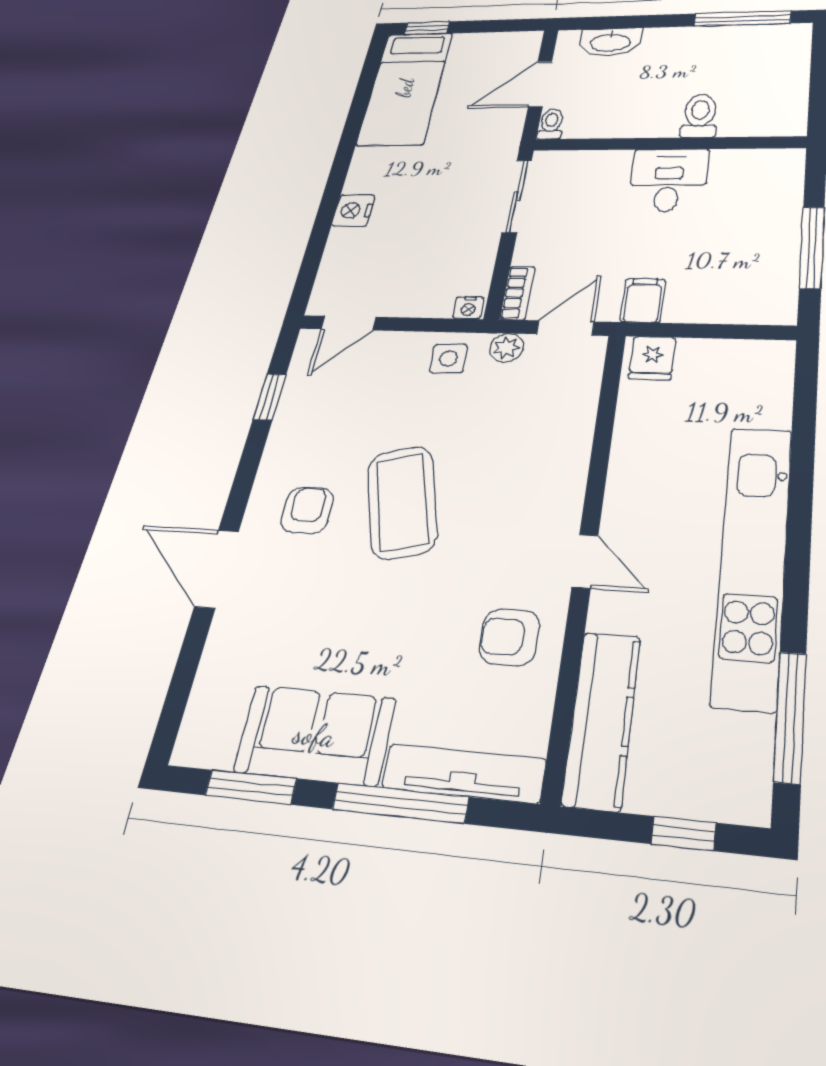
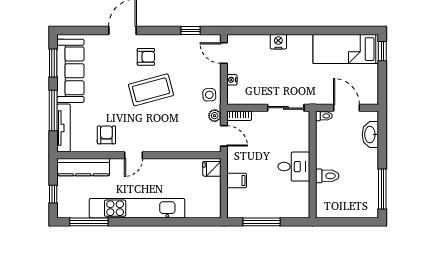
filing cabinet: (643, 300) -> (237, 180), moved
nightstand: (468, 308) -> (232, 80), moved
sofa: (315, 735) -> (70, 71), width x1.36

